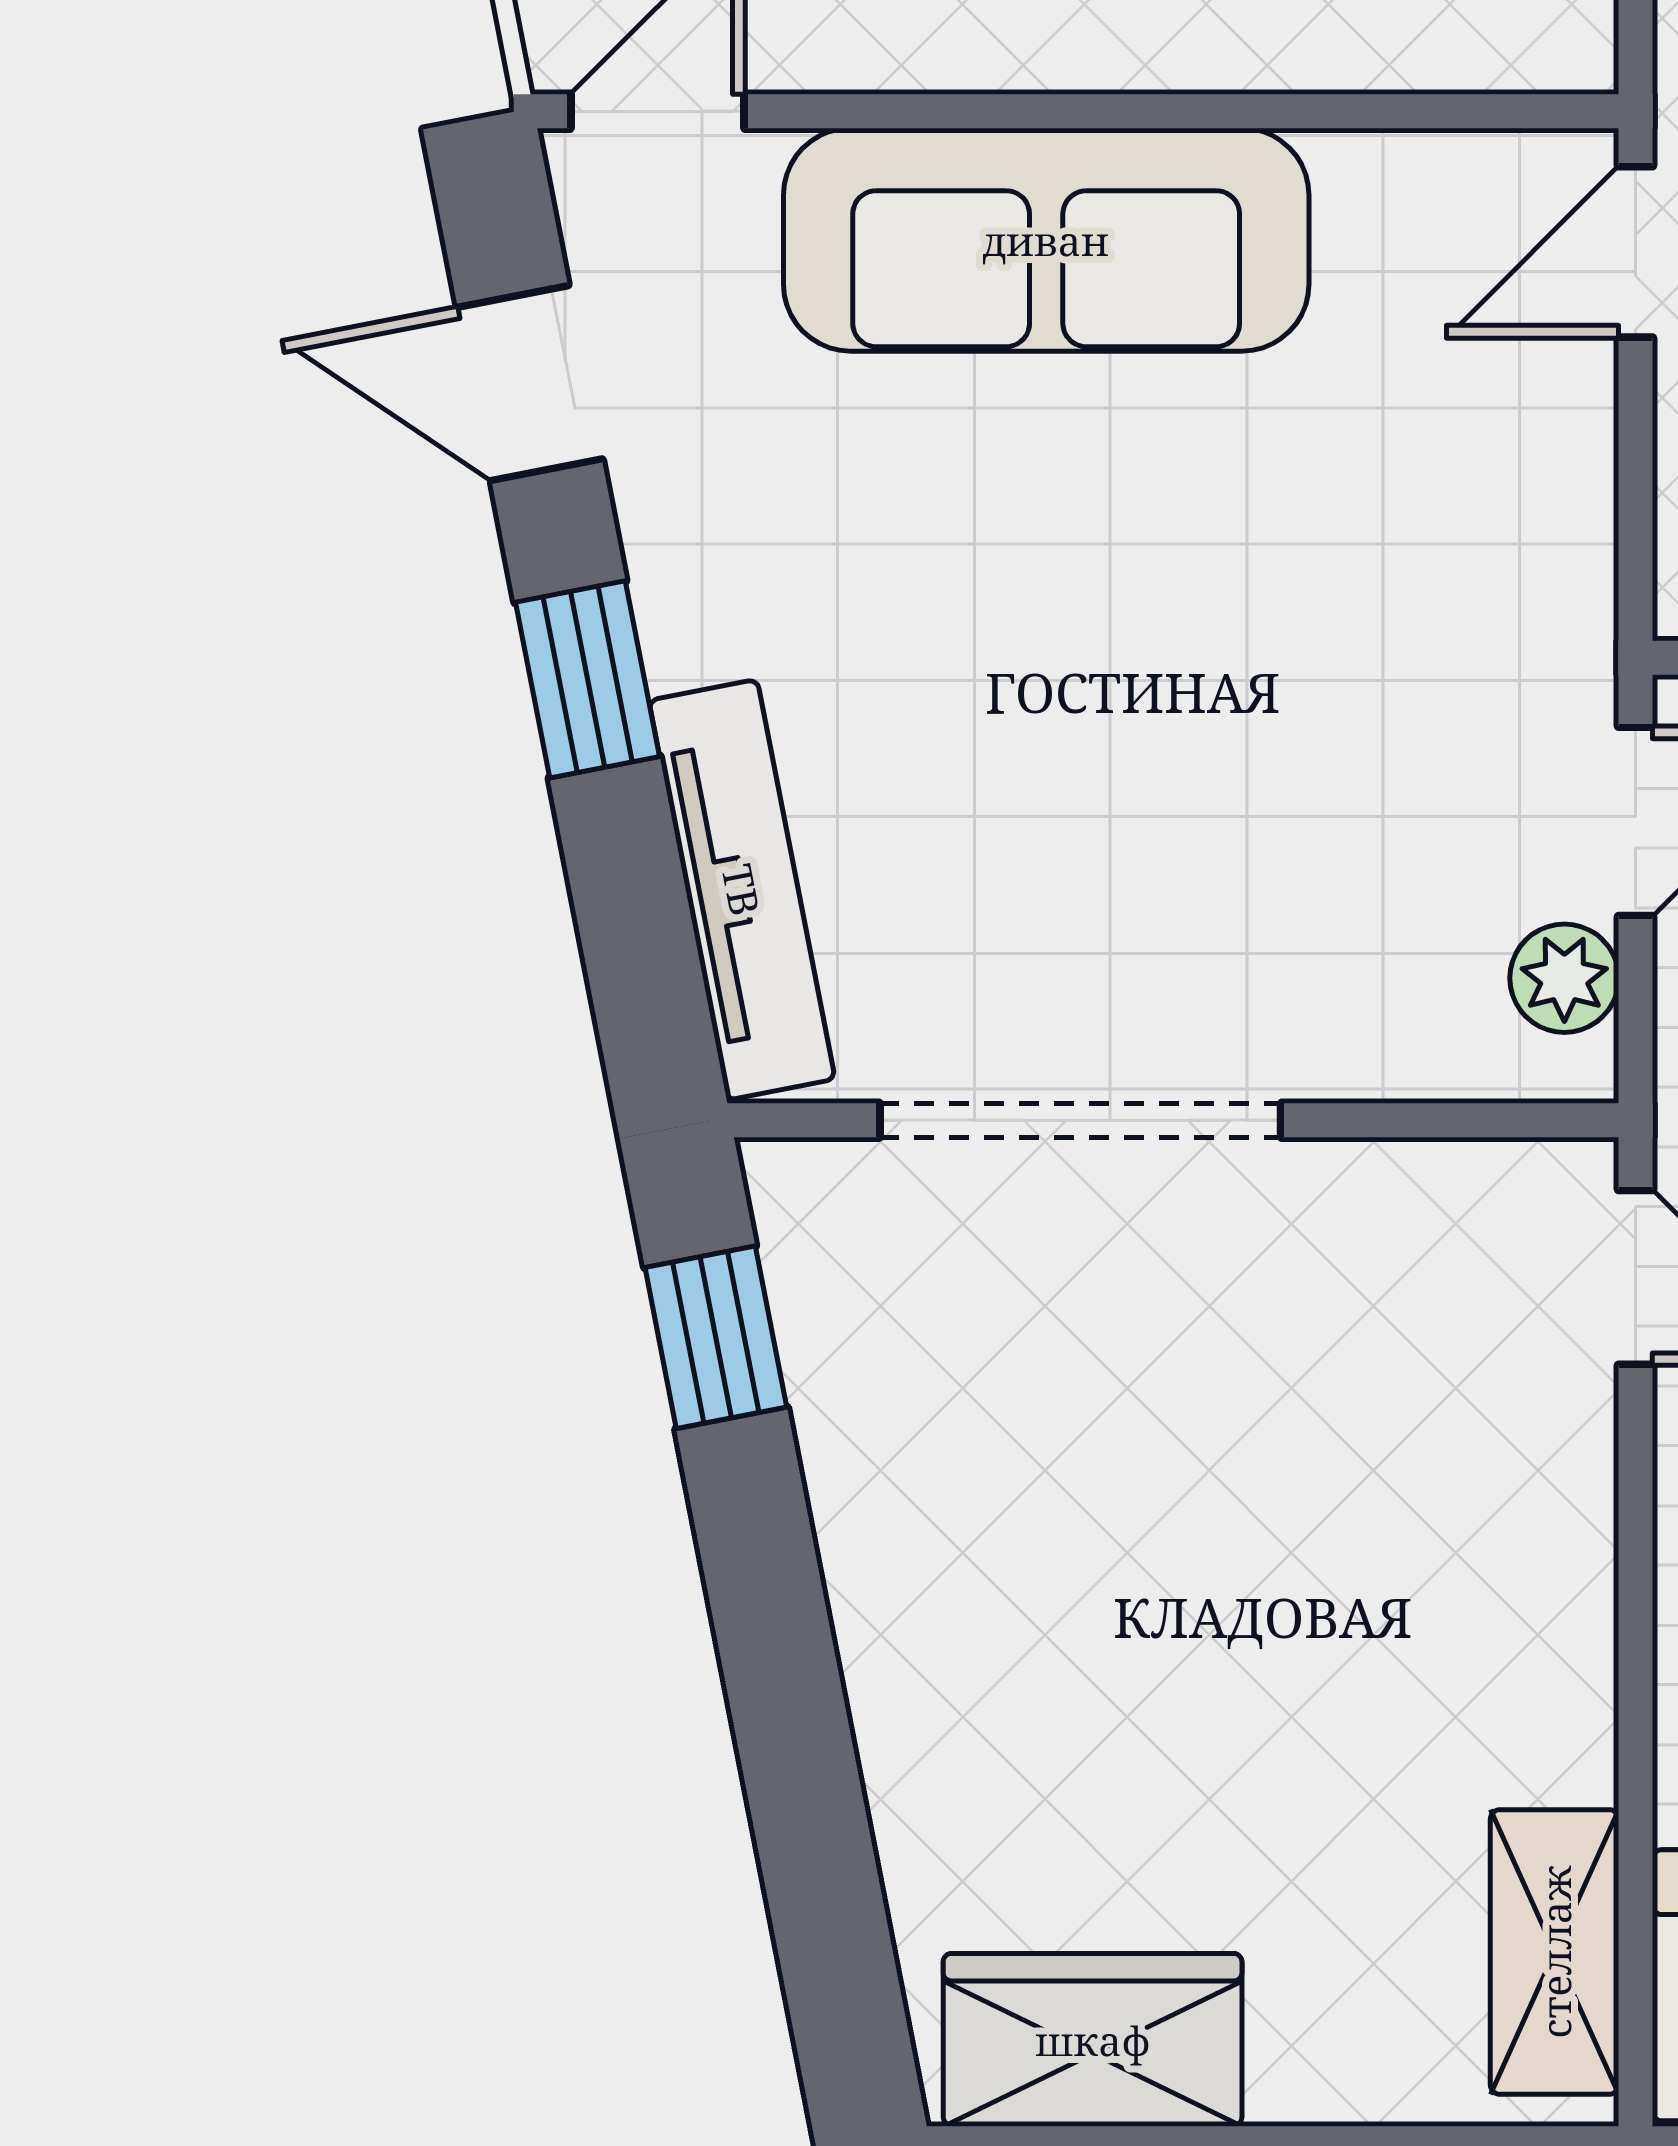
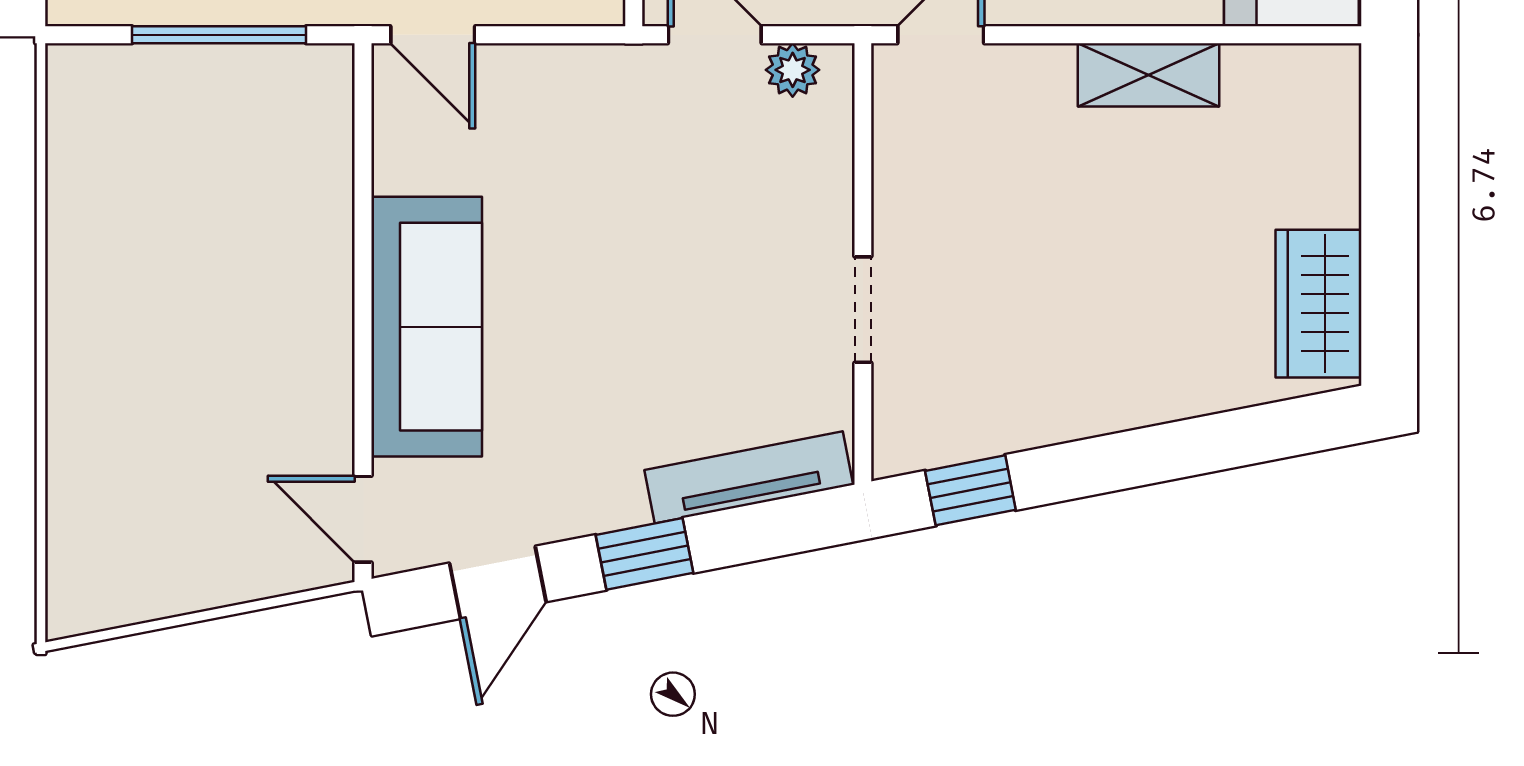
doorway: (1080, 1120) -> (863, 310), width x0.53
shelving: (1555, 1952) -> (1149, 75), moved

